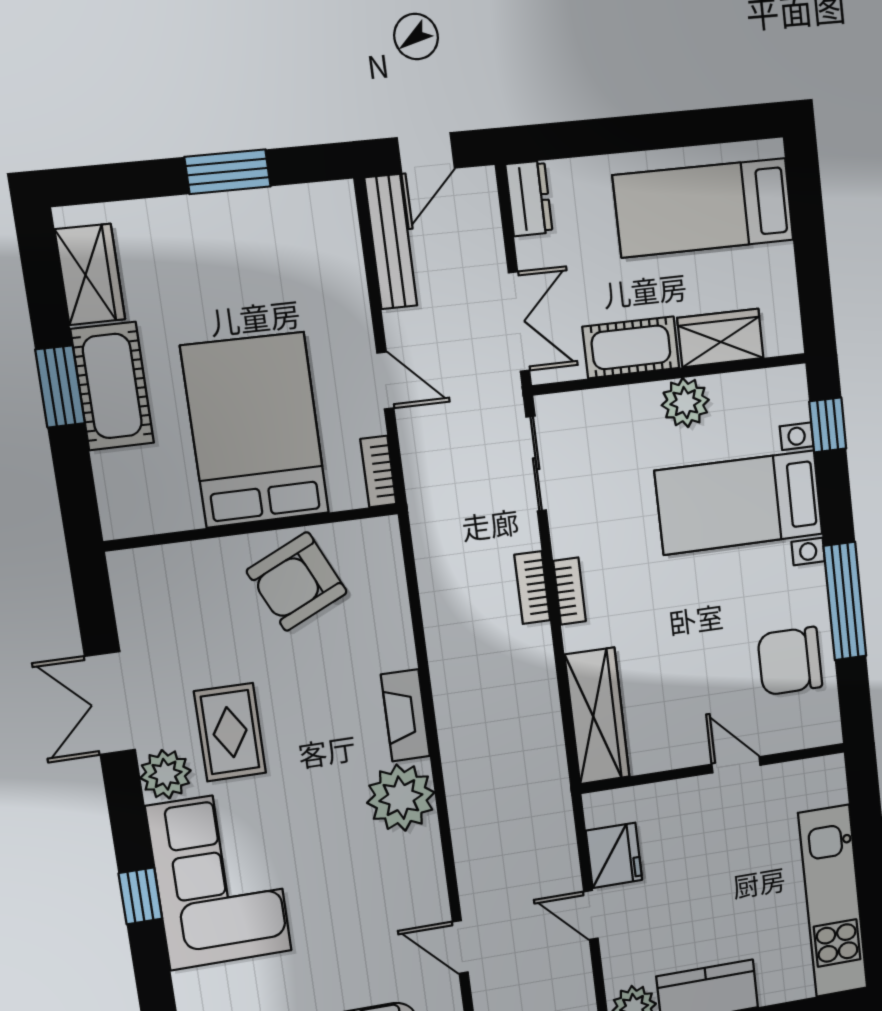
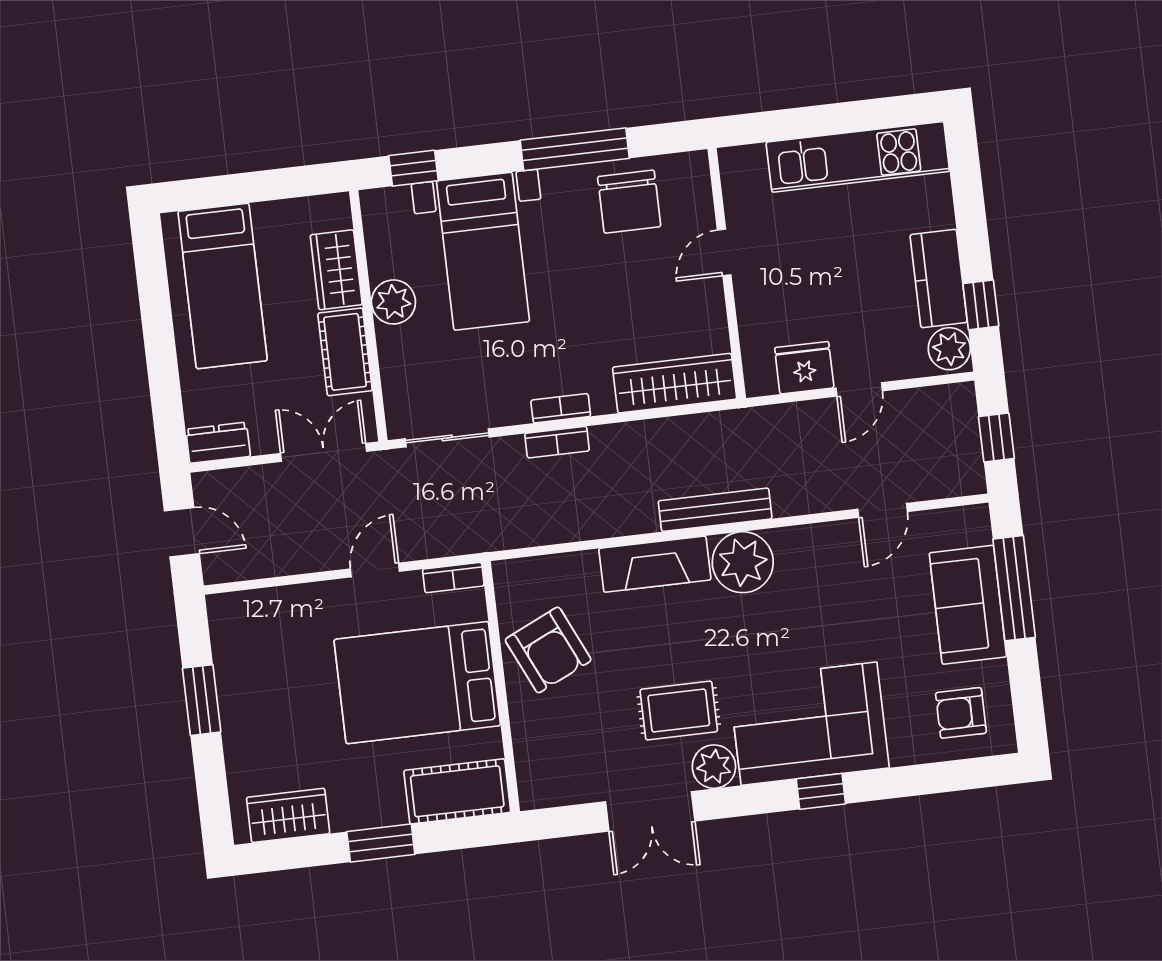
bench: (391, 242) -> (715, 510), moved
cot: (112, 386) -> (457, 791), moved
fireplace: (405, 715) -> (655, 564), width x1.37, depth x1.32

